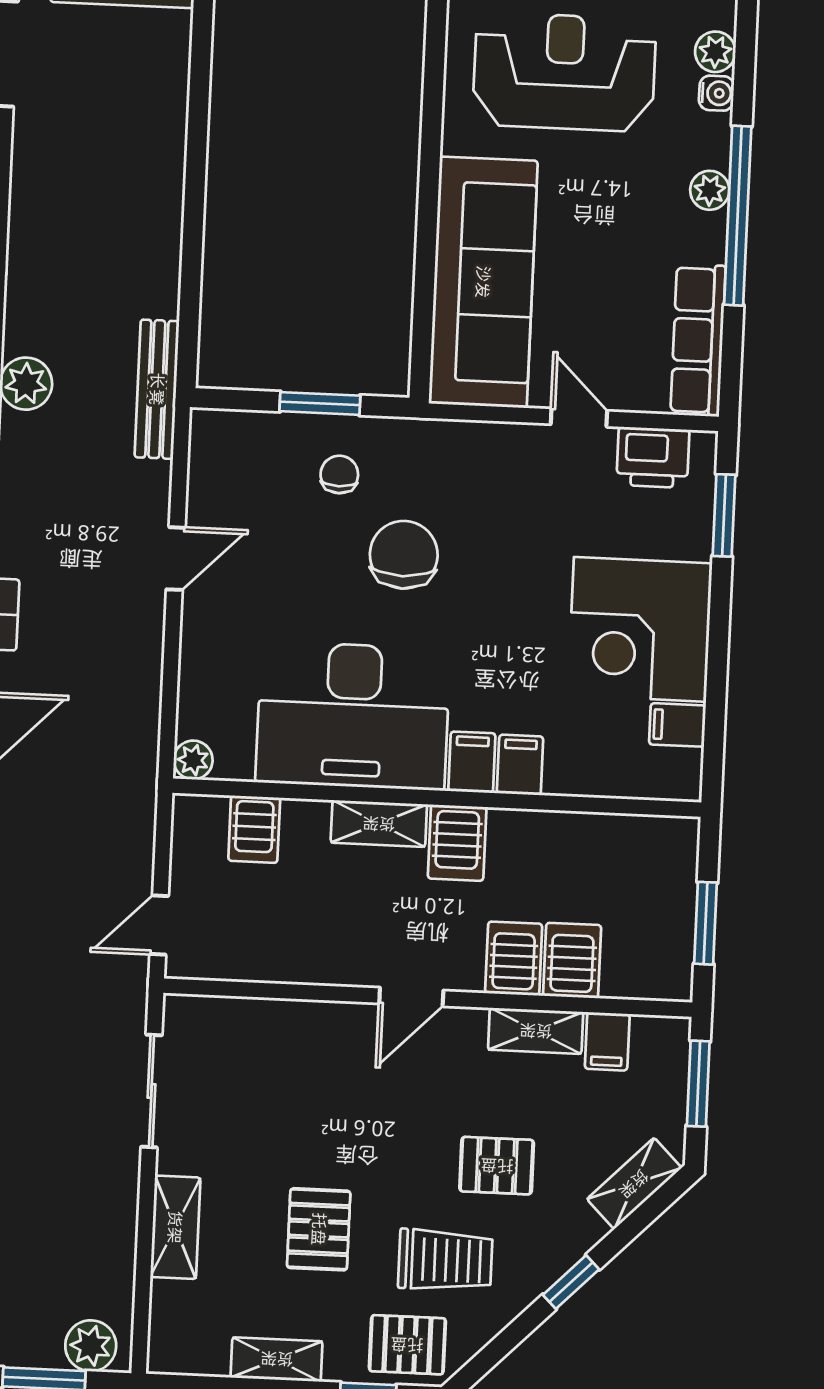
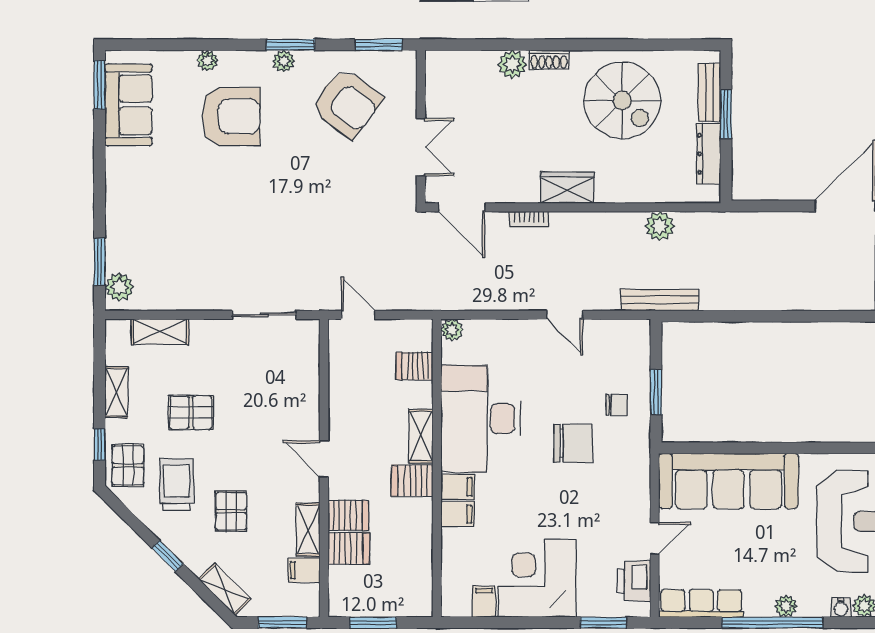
shelving: (175, 1227) -> (160, 332), moved
trolley: (445, 1260) -> (177, 485), turned 180

